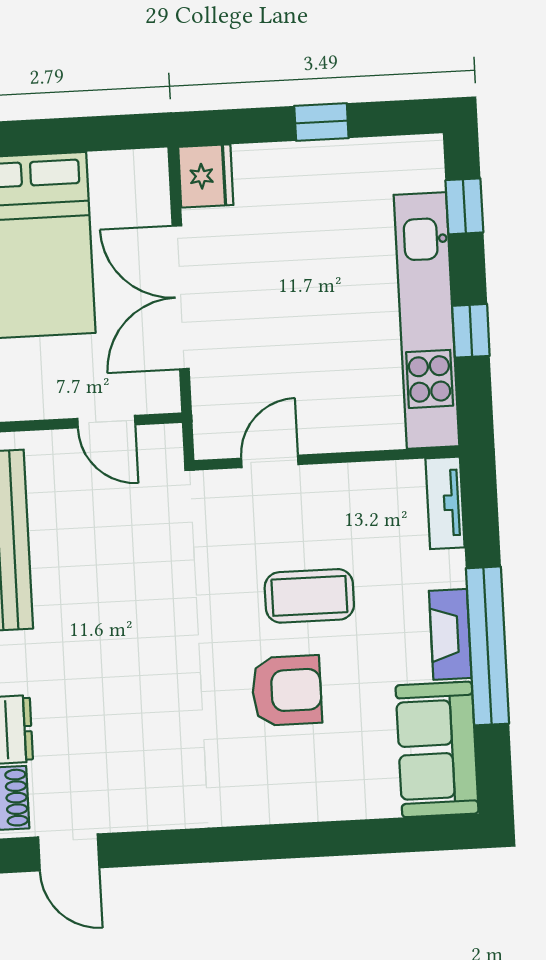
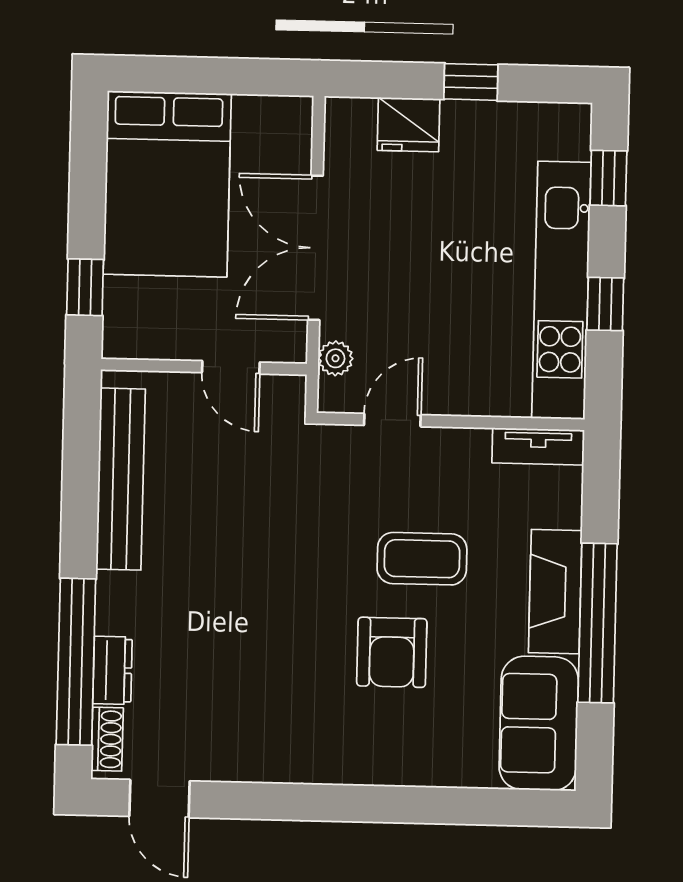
fridge: (206, 176) -> (409, 125), moved, turned 90
plant: (209, 405) -> (335, 358), added
tv unit: (445, 503) -> (538, 446), moved, turned -90
fireplace: (450, 634) -> (555, 592), width x1.37, depth x1.32
armchair: (287, 690) -> (392, 652), turned 90

